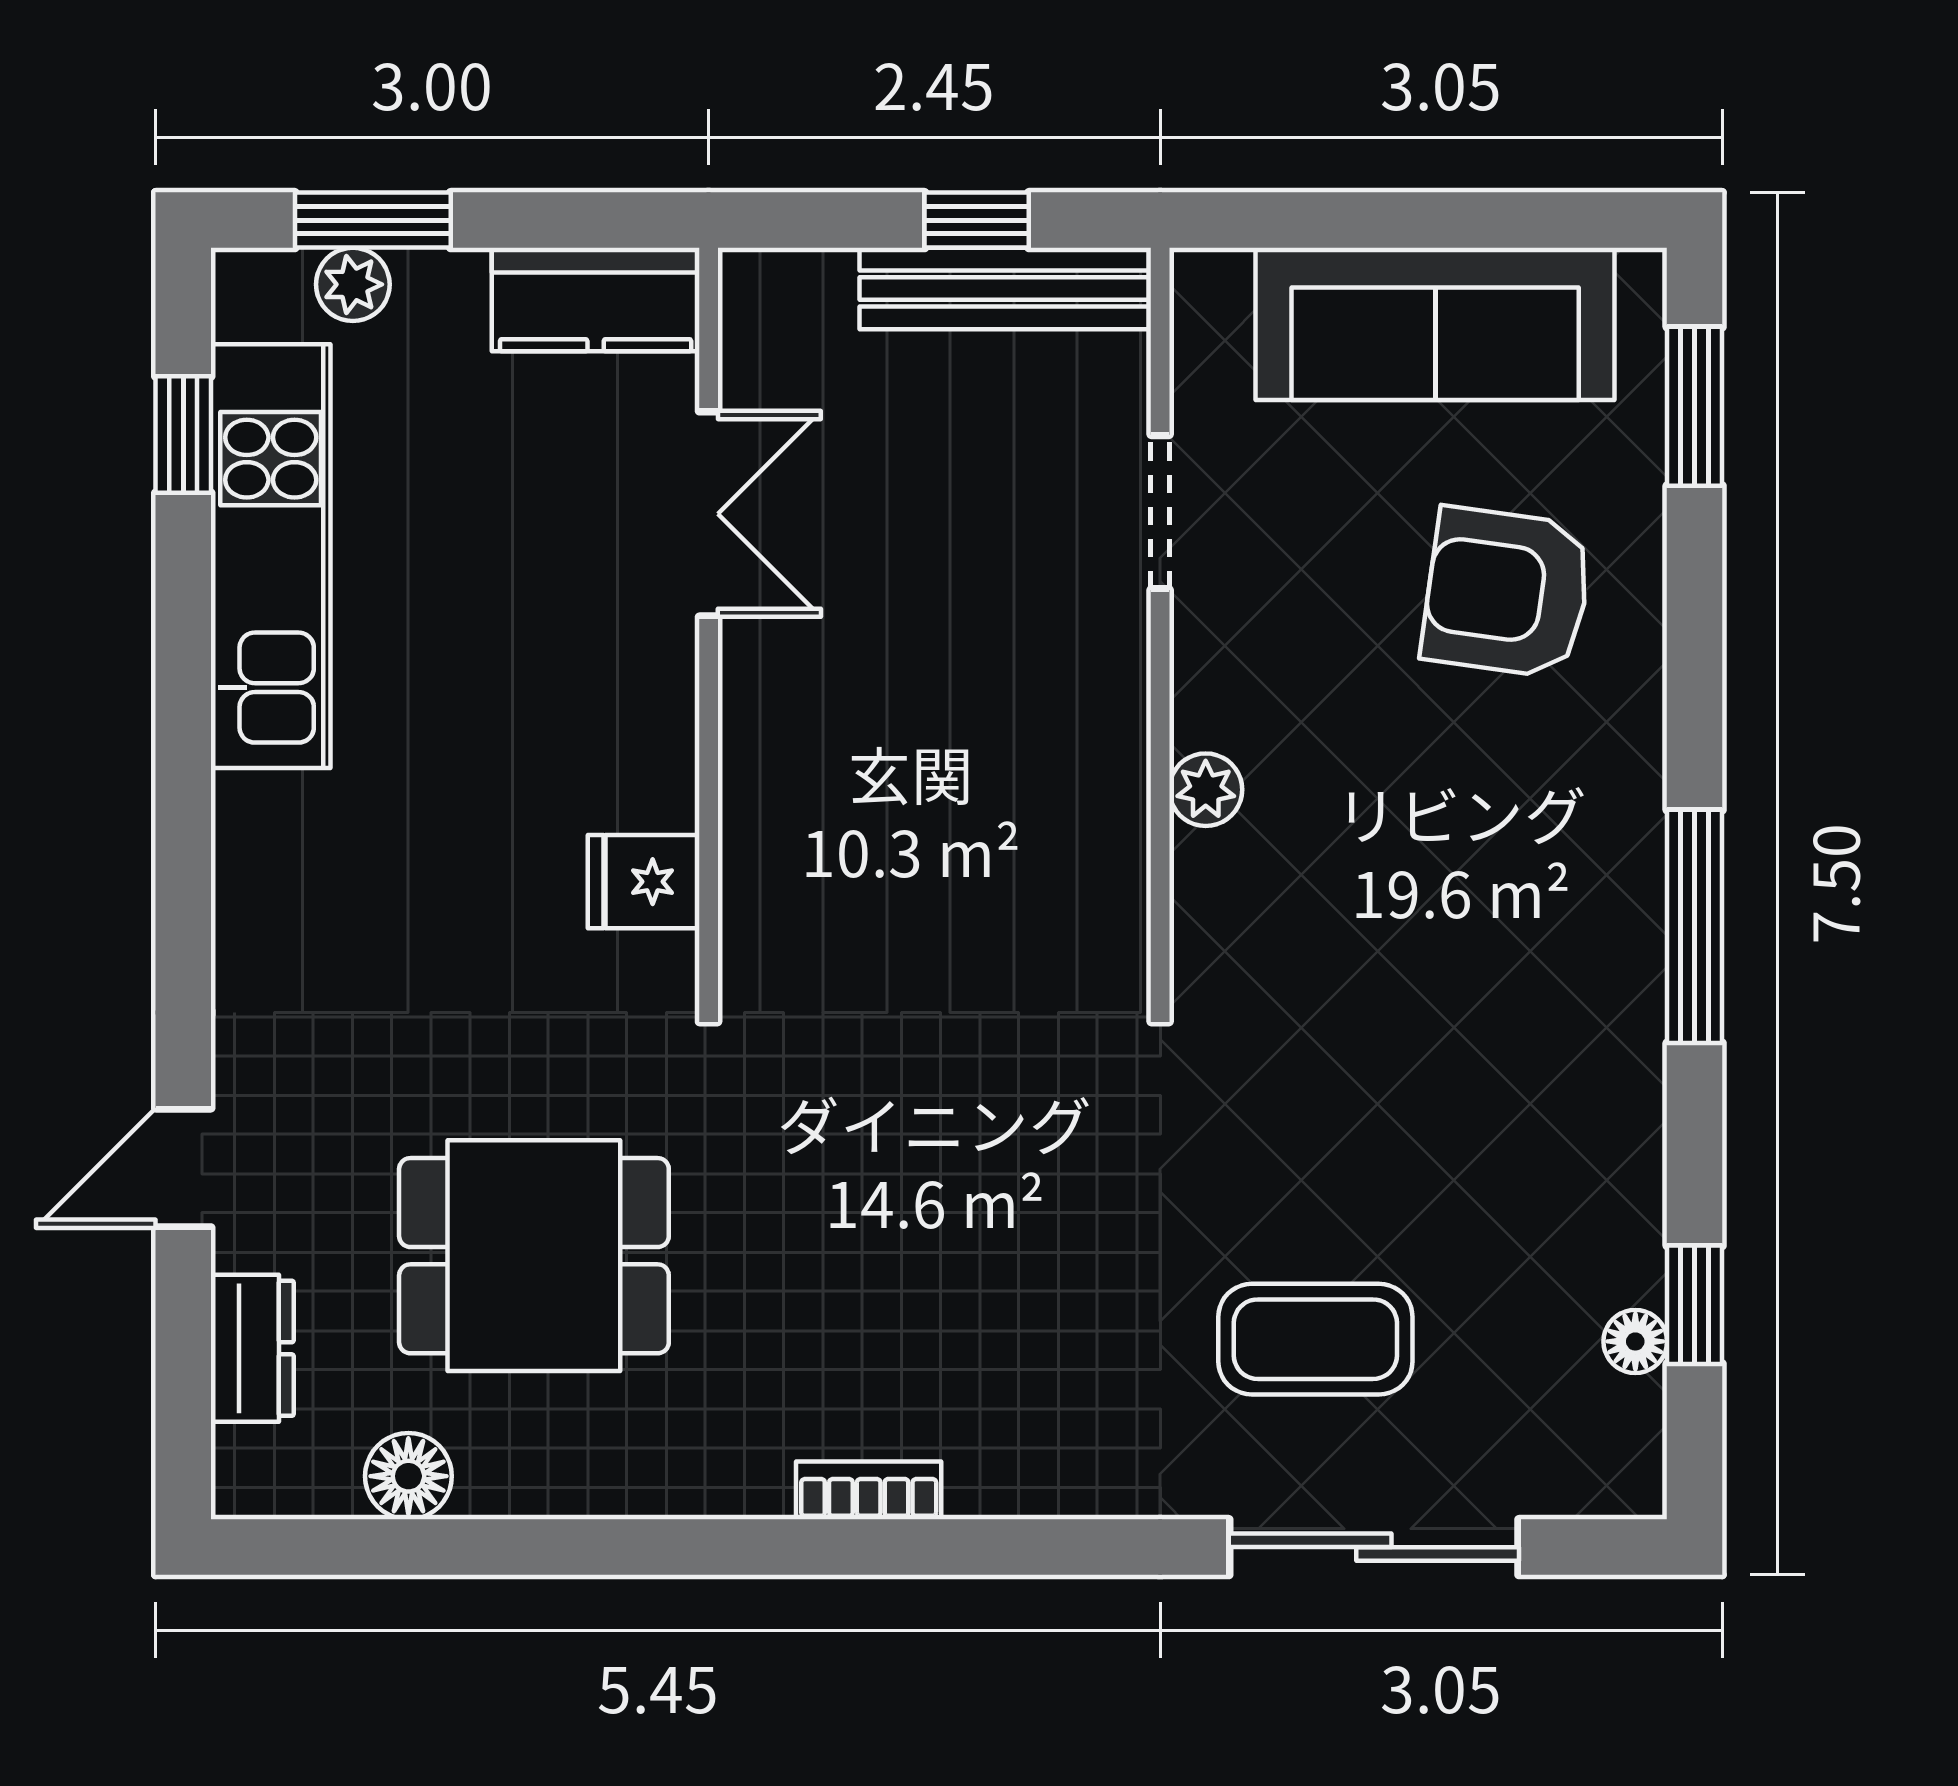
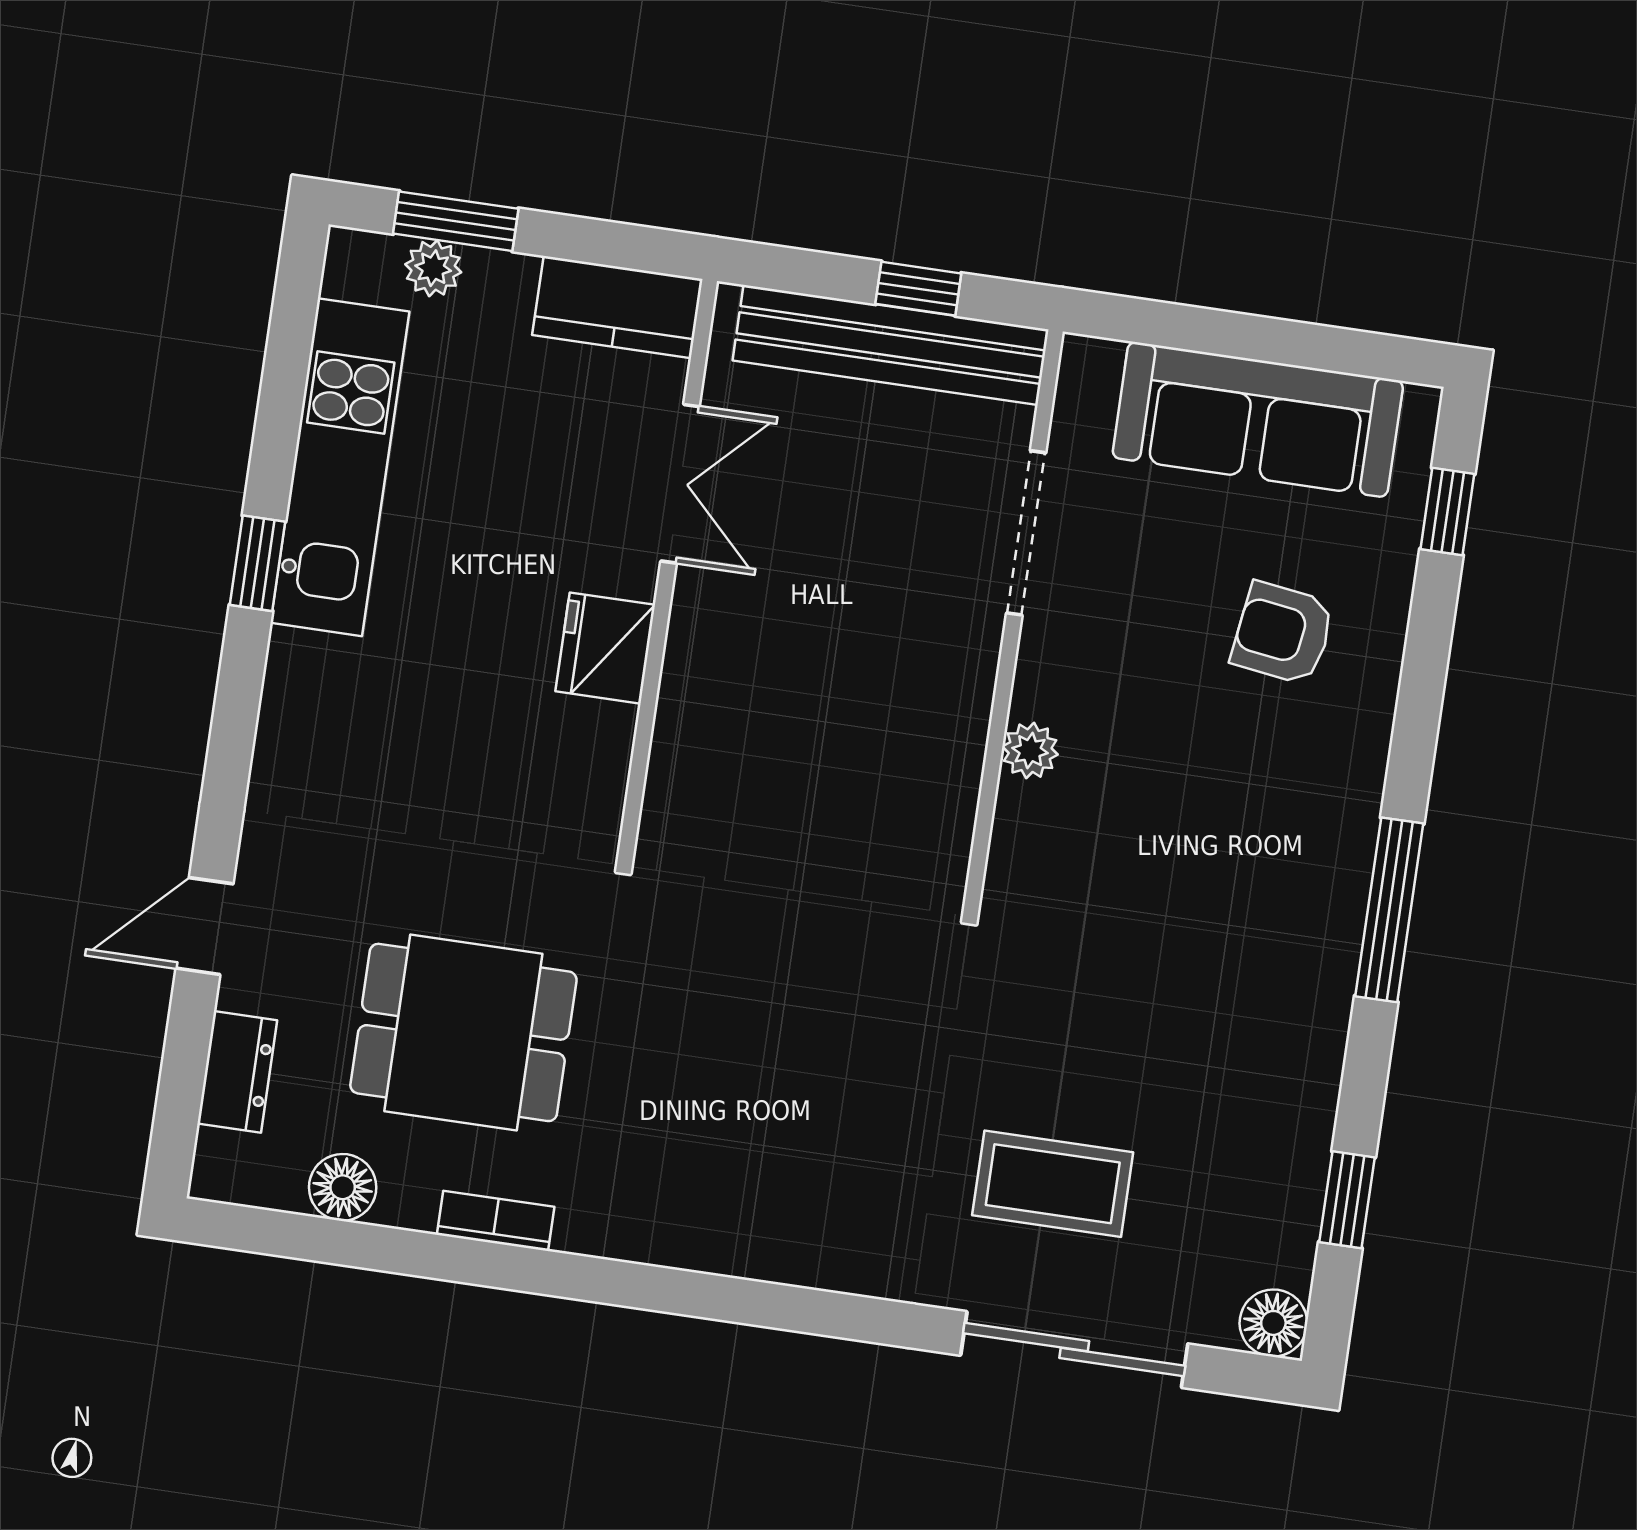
bench: (1005, 288) -> (891, 345), width x1.37, depth x1.21
window: (1695, 406) -> (1447, 512), width x0.67
window: (183, 435) -> (258, 563), moved
doorway: (1160, 512) -> (1026, 533), width x1.38
armchair: (1507, 593) -> (1283, 633), width x0.72, depth x0.72
fridge: (644, 882) -> (605, 648), moved, width x1.38
floor lamp: (1635, 1341) -> (1273, 1323), moved, width x1.37, depth x1.37
bookcase: (869, 1490) -> (496, 1221), moved

